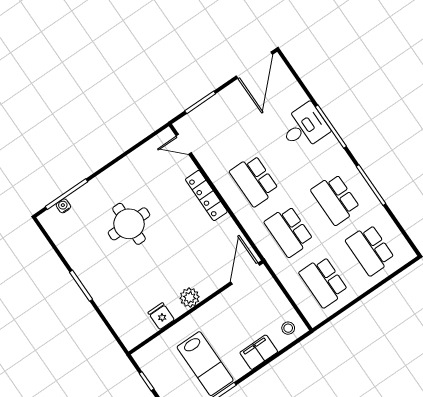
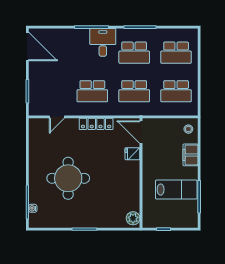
desk: (304, 127) -> (103, 42), moved
door: (184, 144) -> (57, 117), moved
locker: (206, 196) -> (96, 124), moved
round table: (129, 224) -> (68, 178), width x1.36, depth x1.36
plant: (190, 297) -> (133, 218), moved
fridge: (161, 316) -> (132, 154), moved

